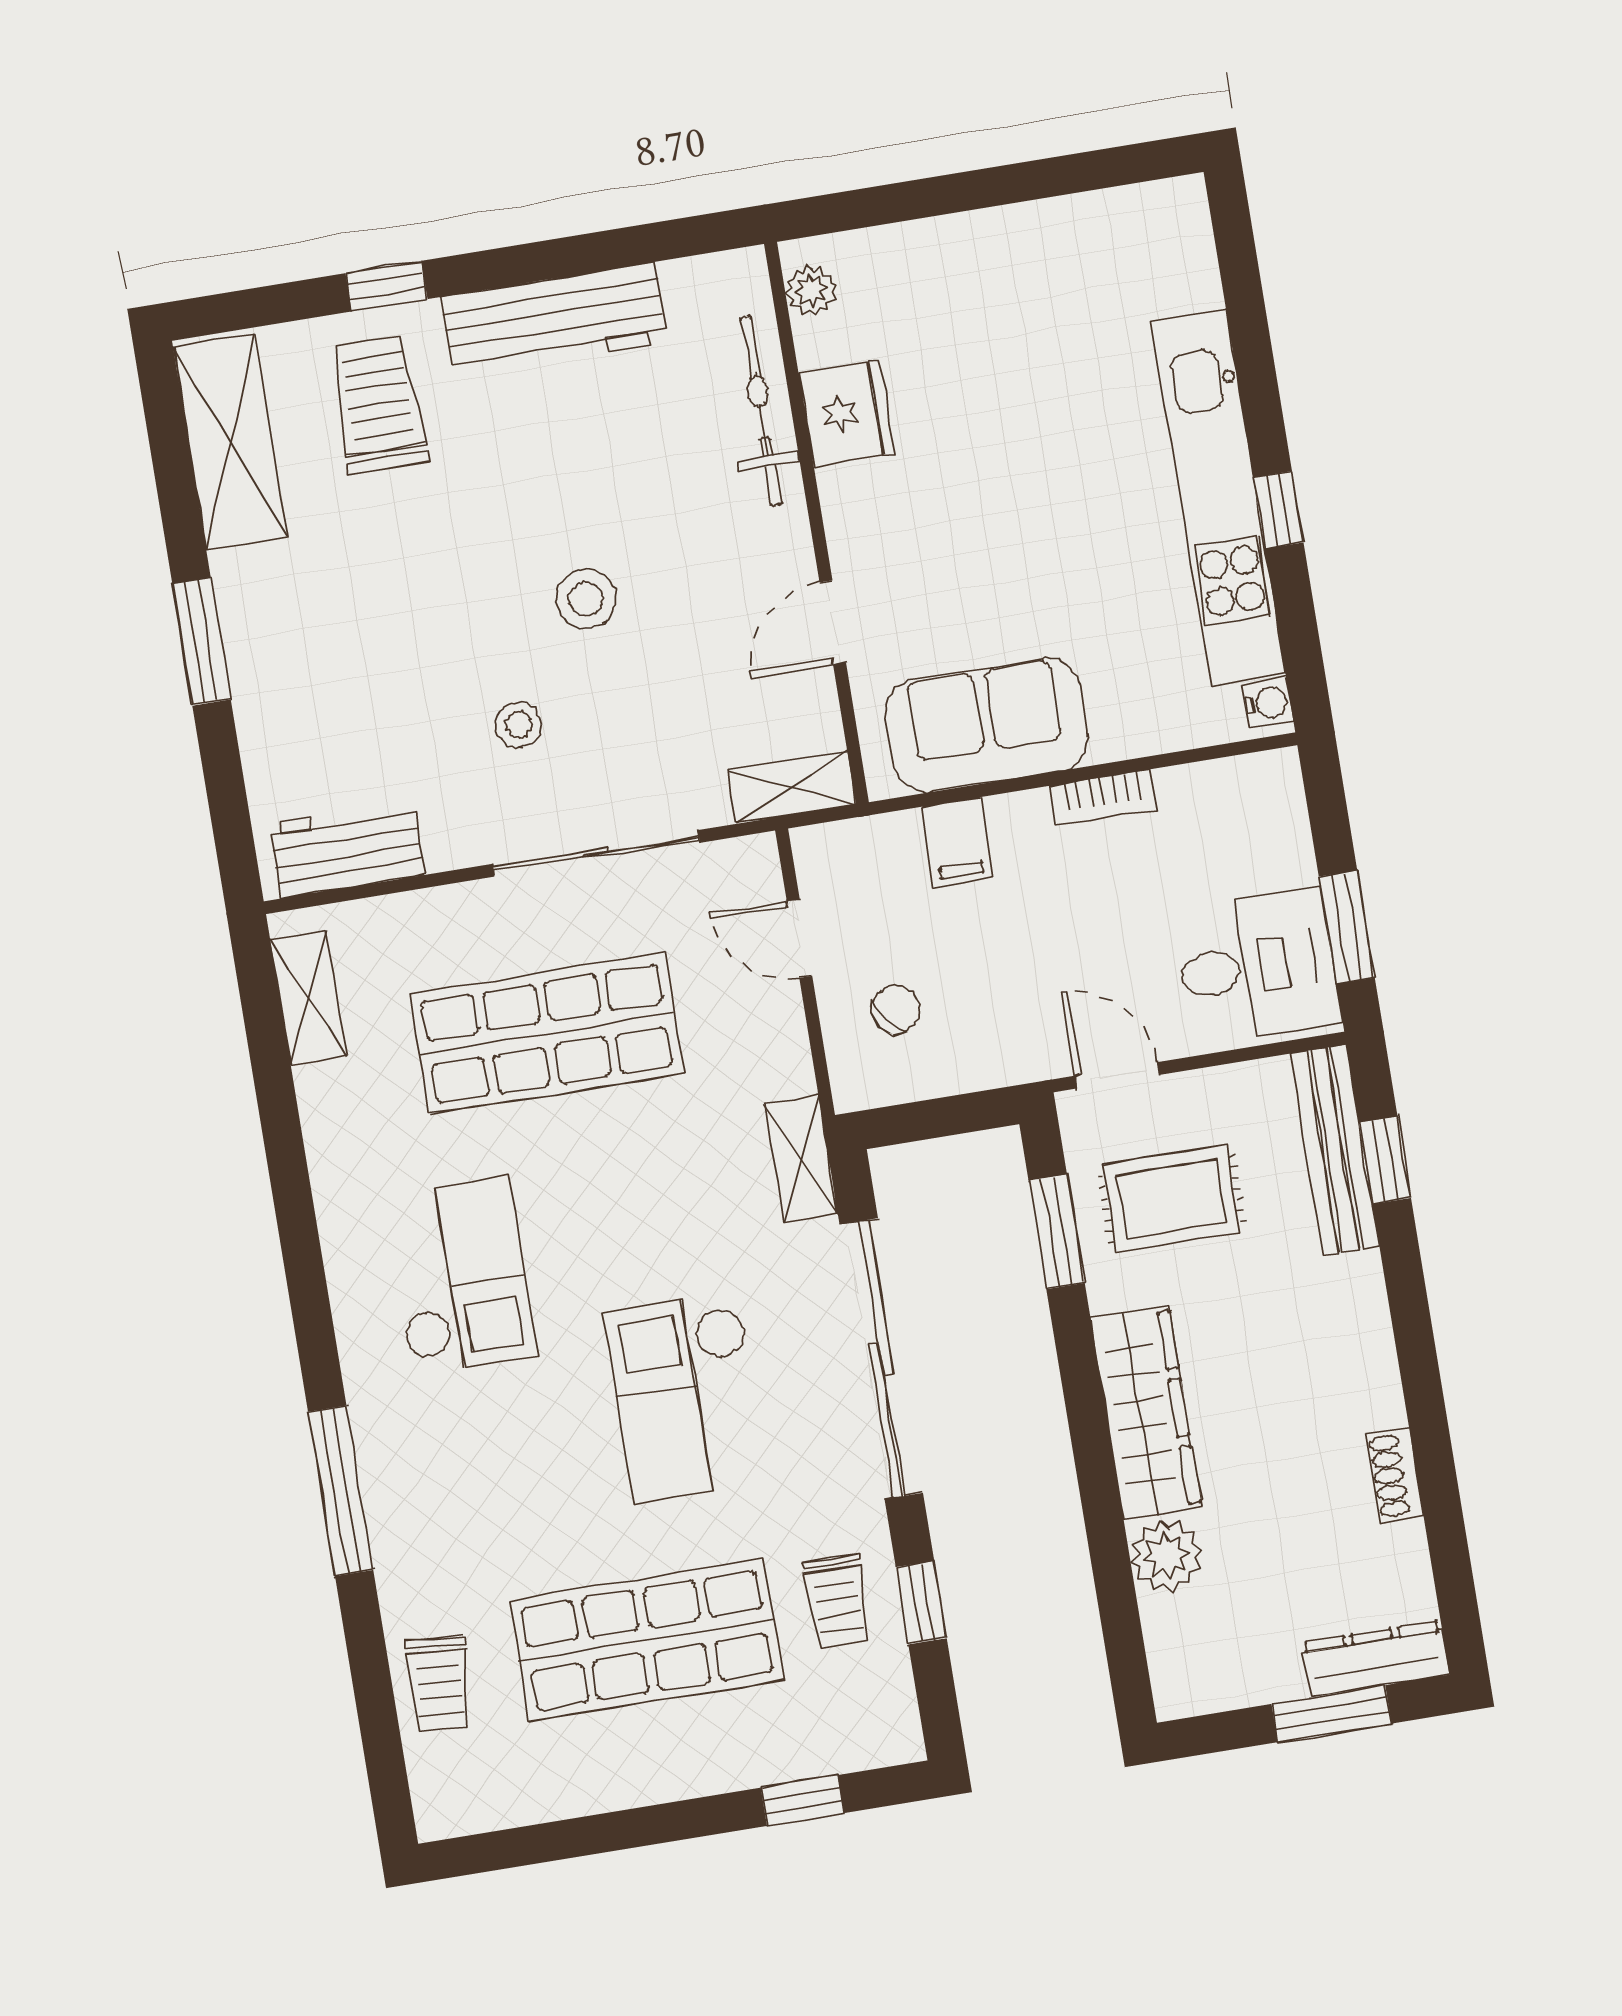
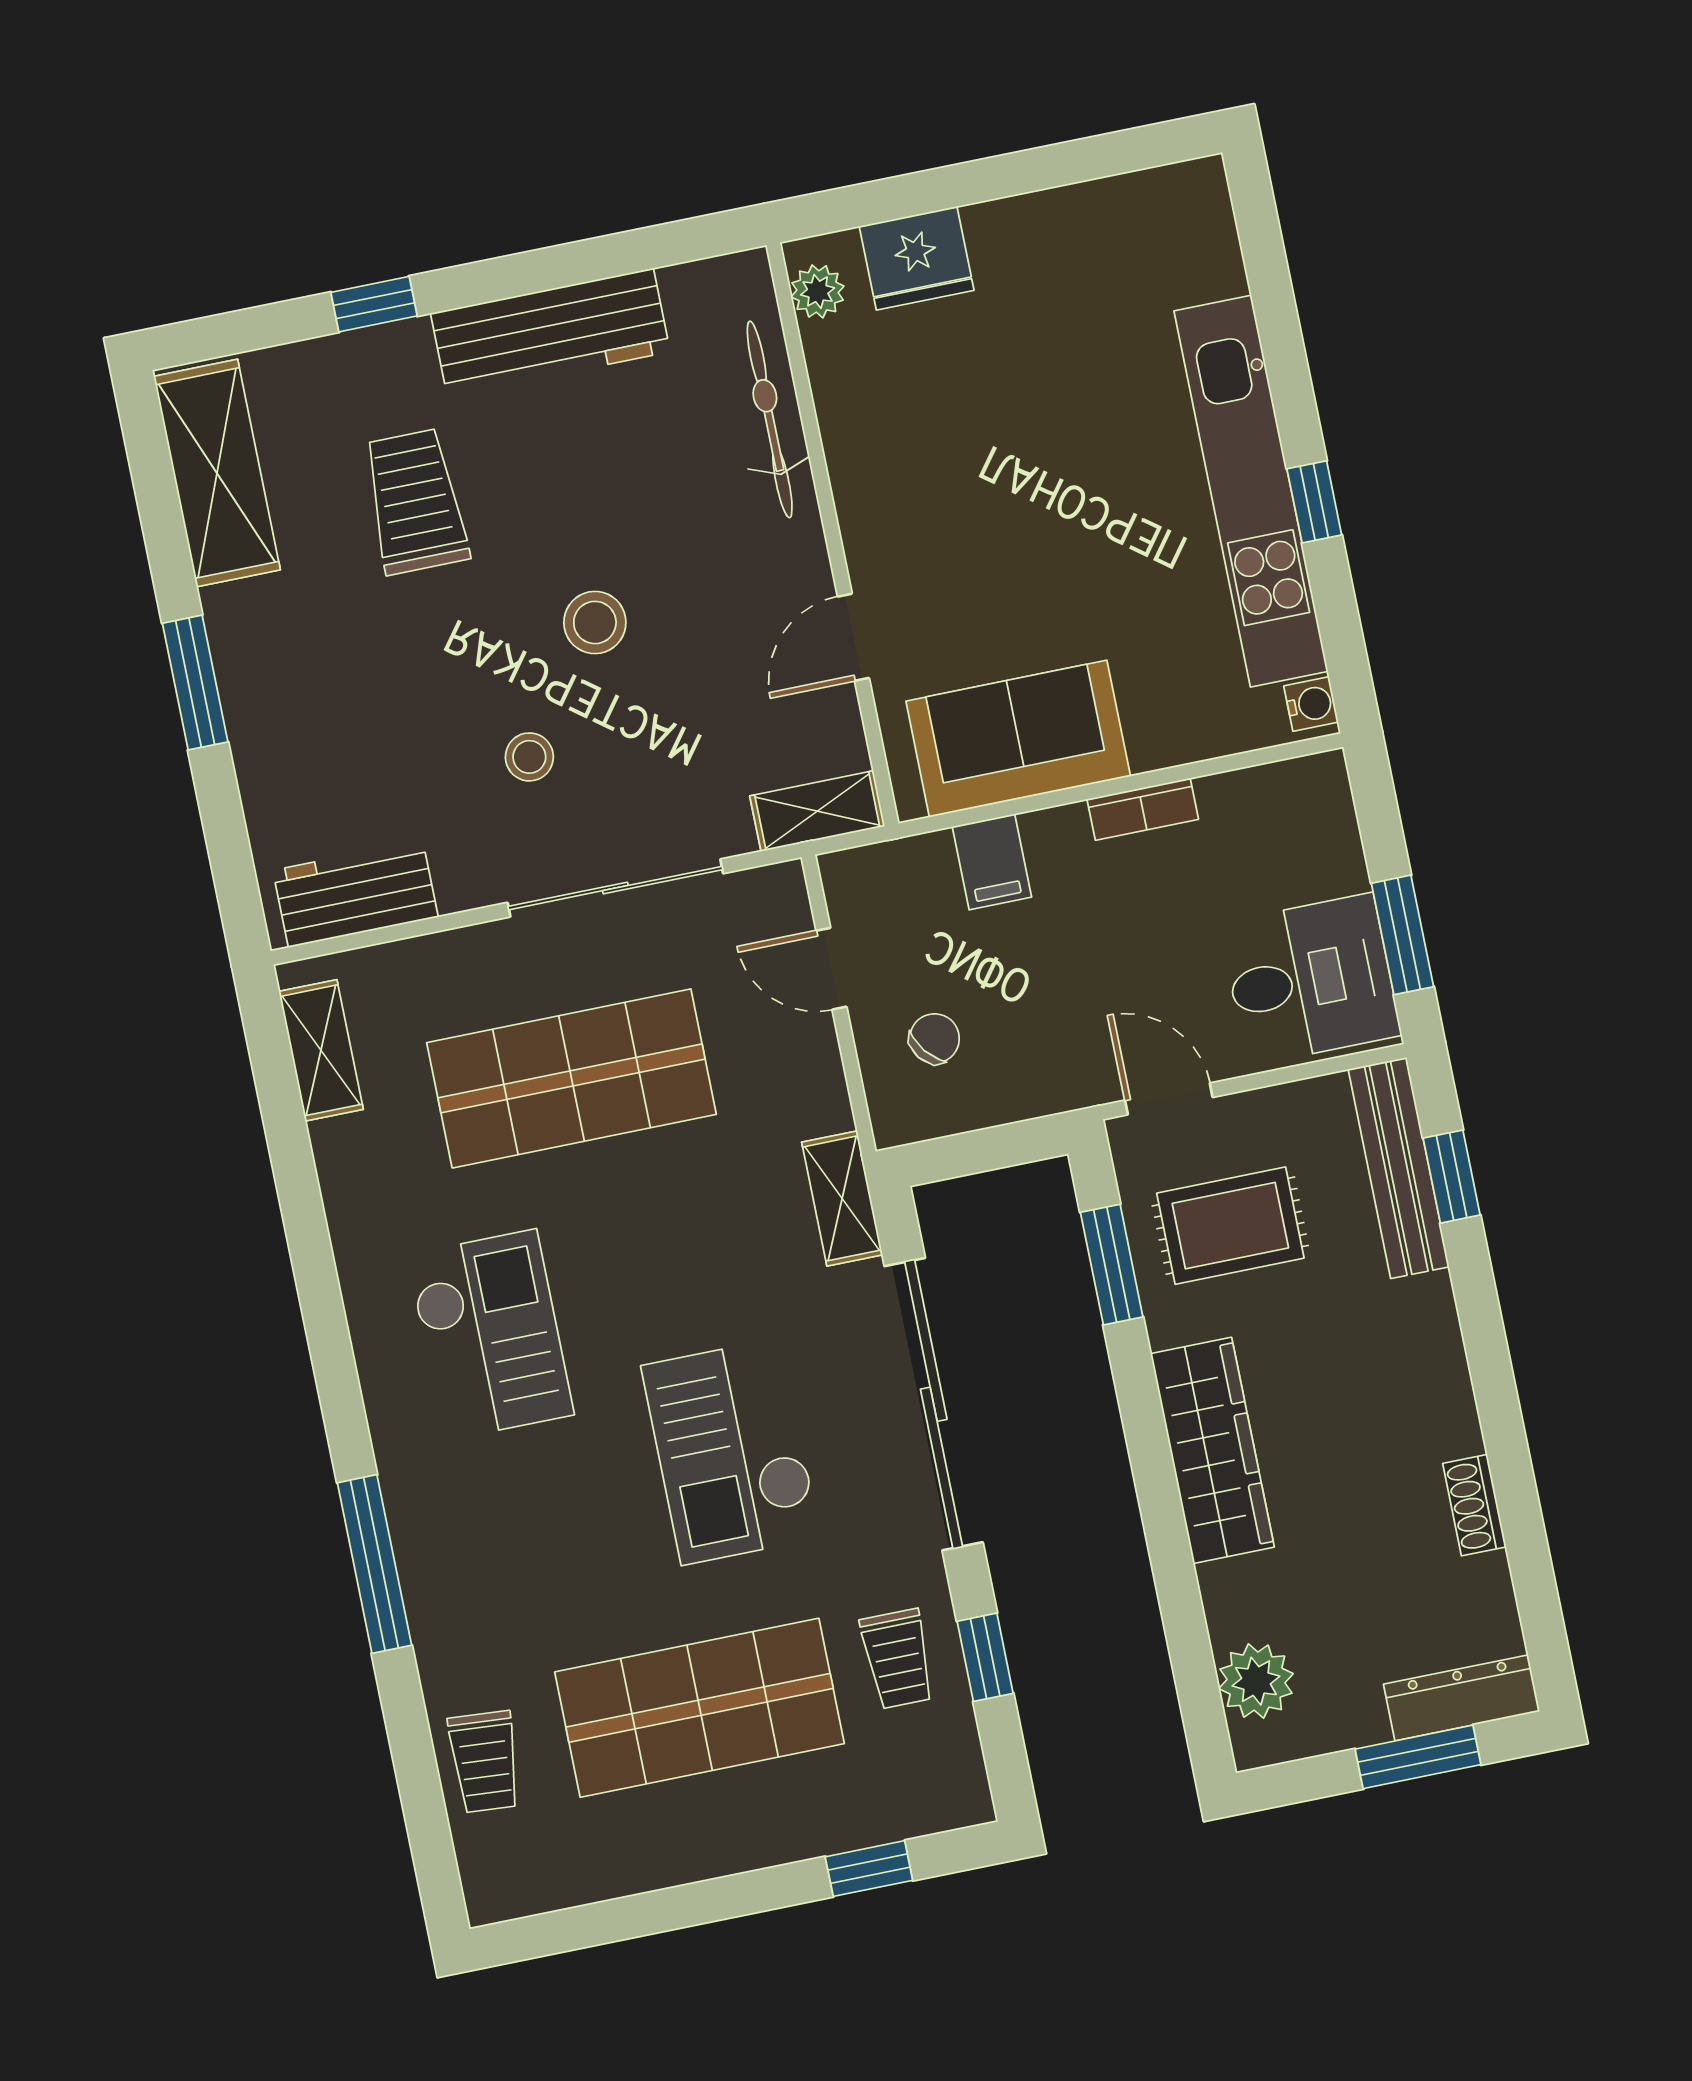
trolley: (378, 404) -> (415, 502), moved
fridge: (847, 413) -> (917, 258), moved, turned 90
plant: (1166, 1556) -> (1256, 1681), moved

